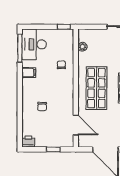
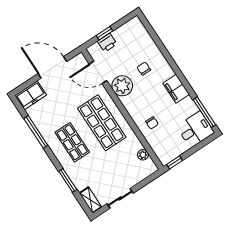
desk: (34, 44) -> (195, 130), width x0.73
filing cabinet: (29, 73) -> (176, 89), width x2.00
plant: (65, 104) -> (122, 86), added
printer: (28, 142) -> (107, 43), moved

